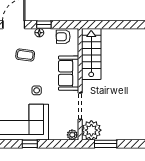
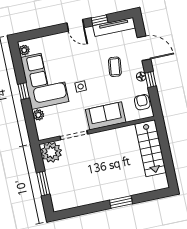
stairs: (91, 54) -> (151, 148), moved, turned 90
plant: (72, 135) -> (38, 115), moved
window: (106, 144) -> (43, 184), moved

